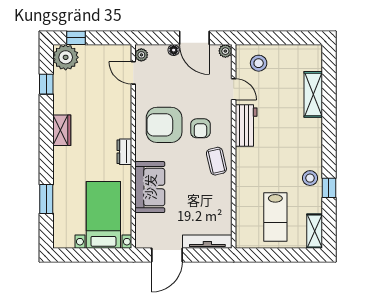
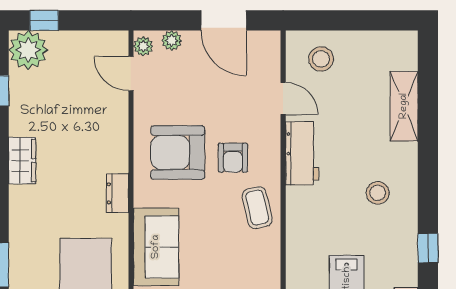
floor lamp: (174, 50) -> (192, 39), removed
plant: (225, 51) -> (172, 41), moved
stool: (310, 178) -> (378, 193), moved

